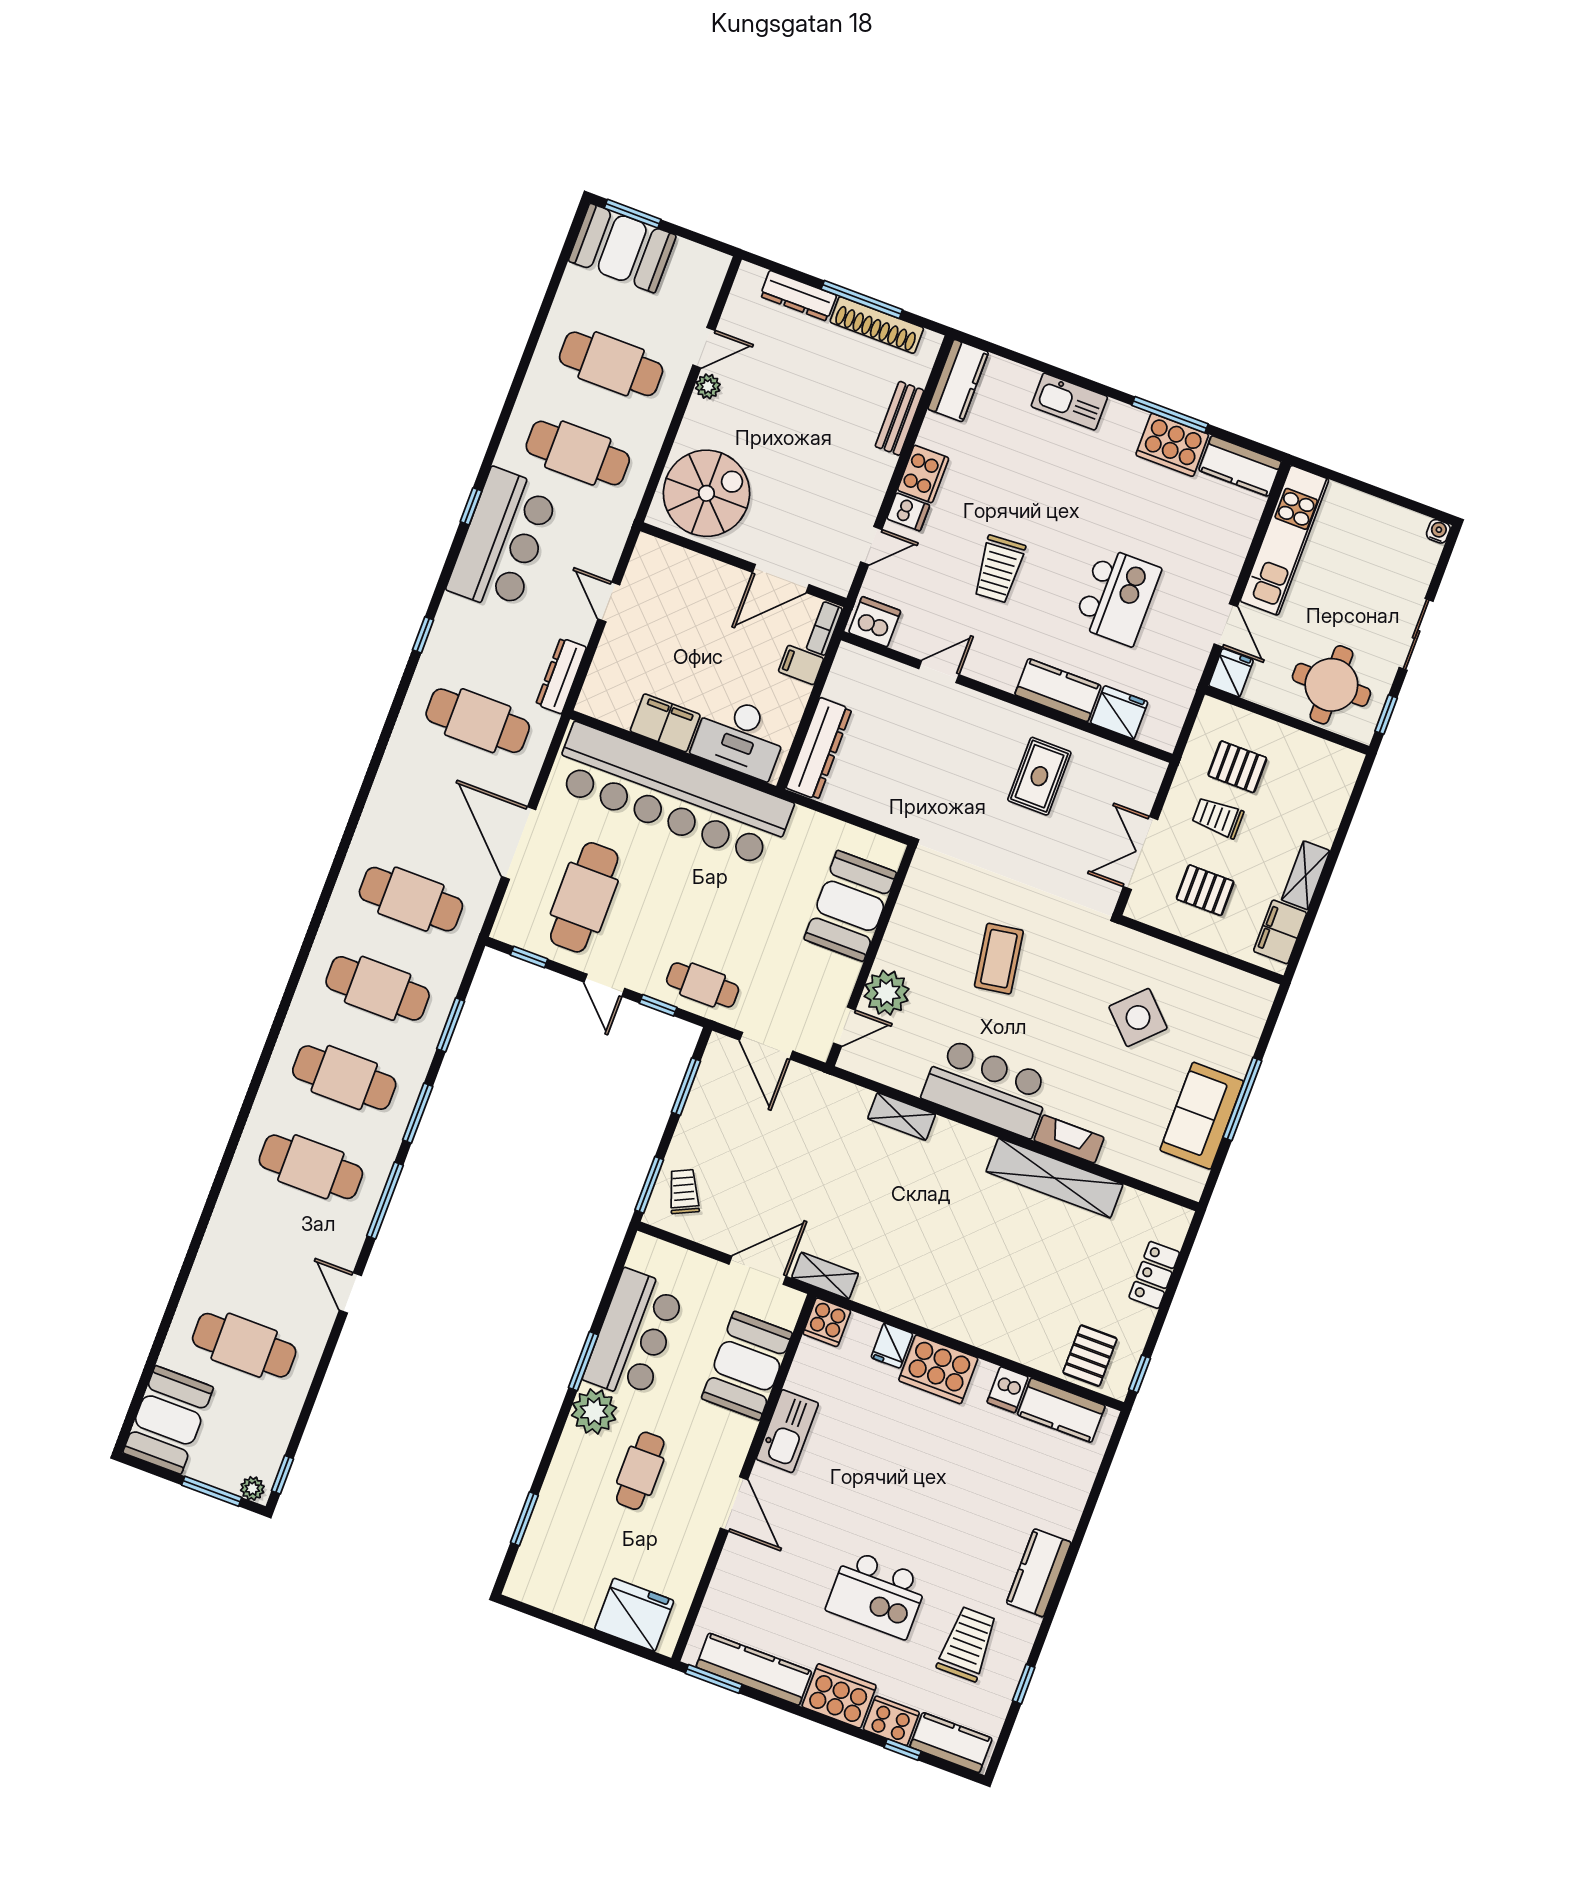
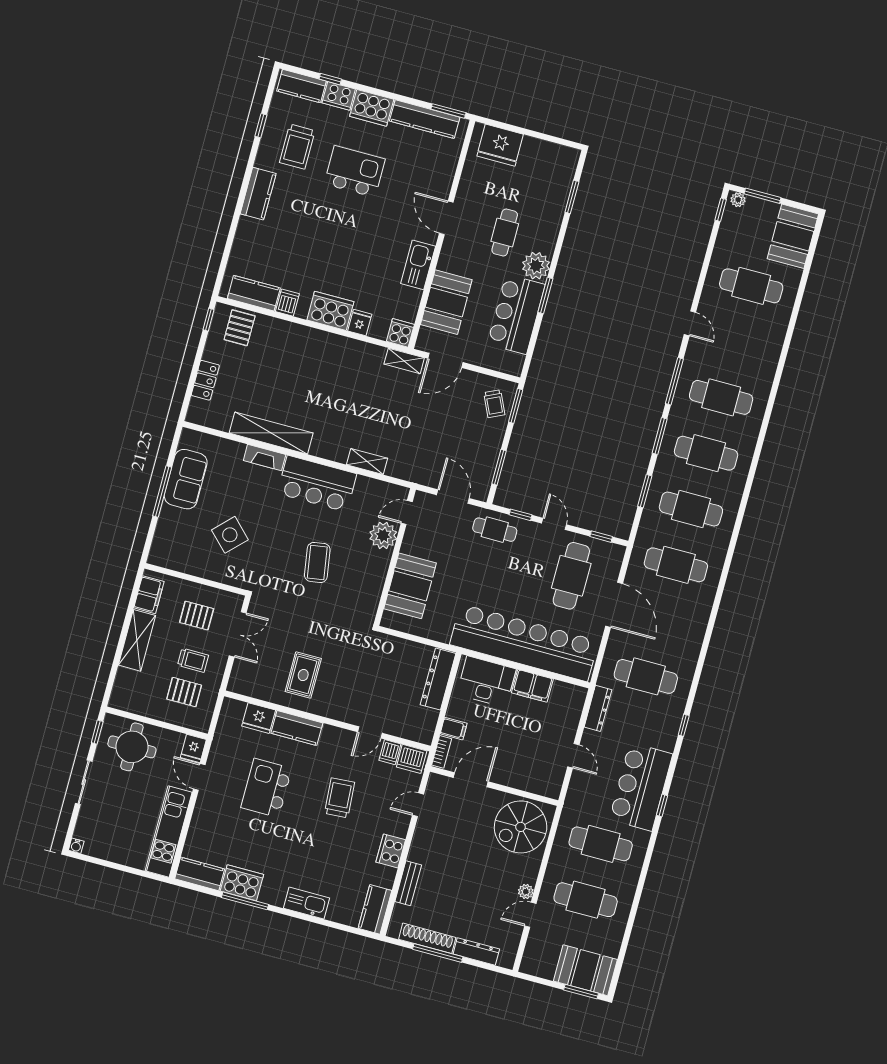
dishwasher: (908, 512) -> (390, 752), moved, turned -90
shelving: (1306, 875) -> (137, 640), width x1.50, depth x1.33

